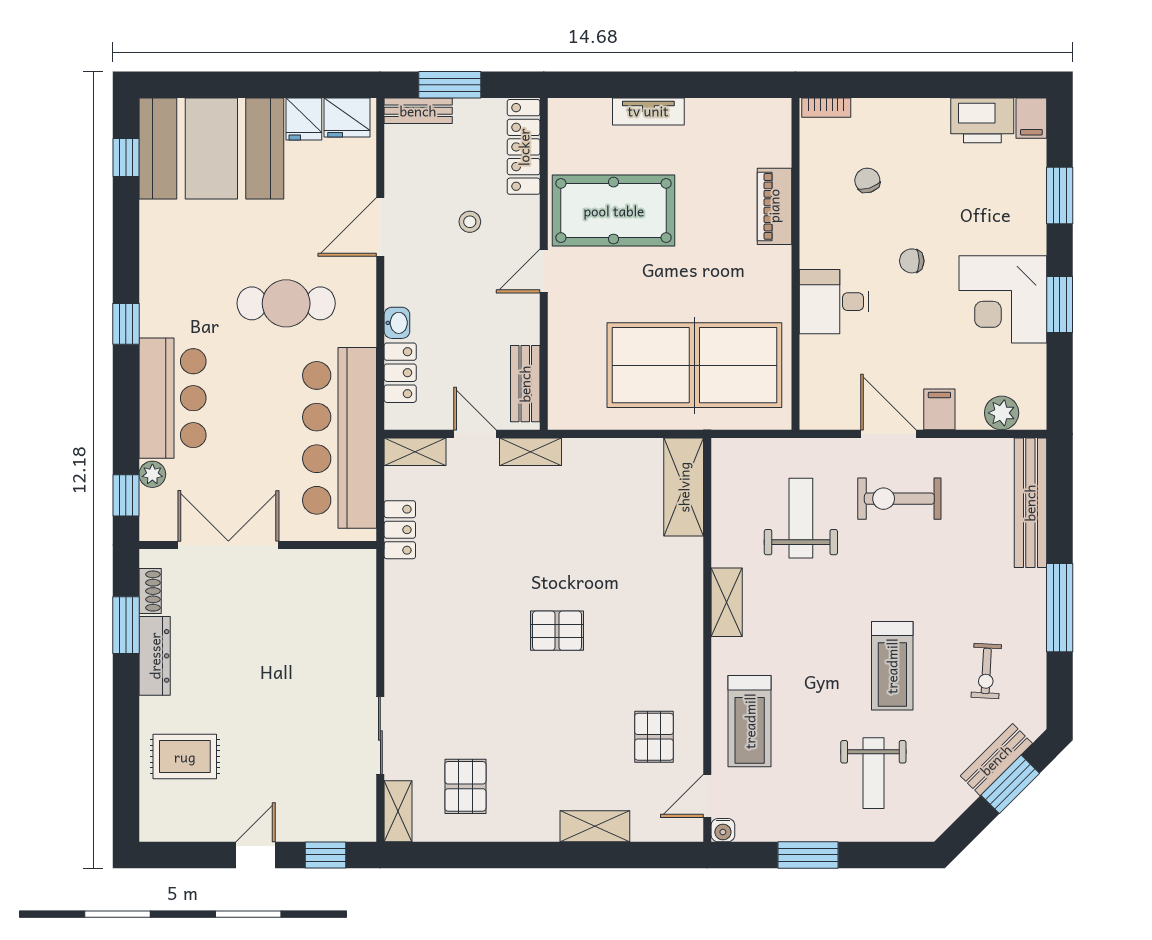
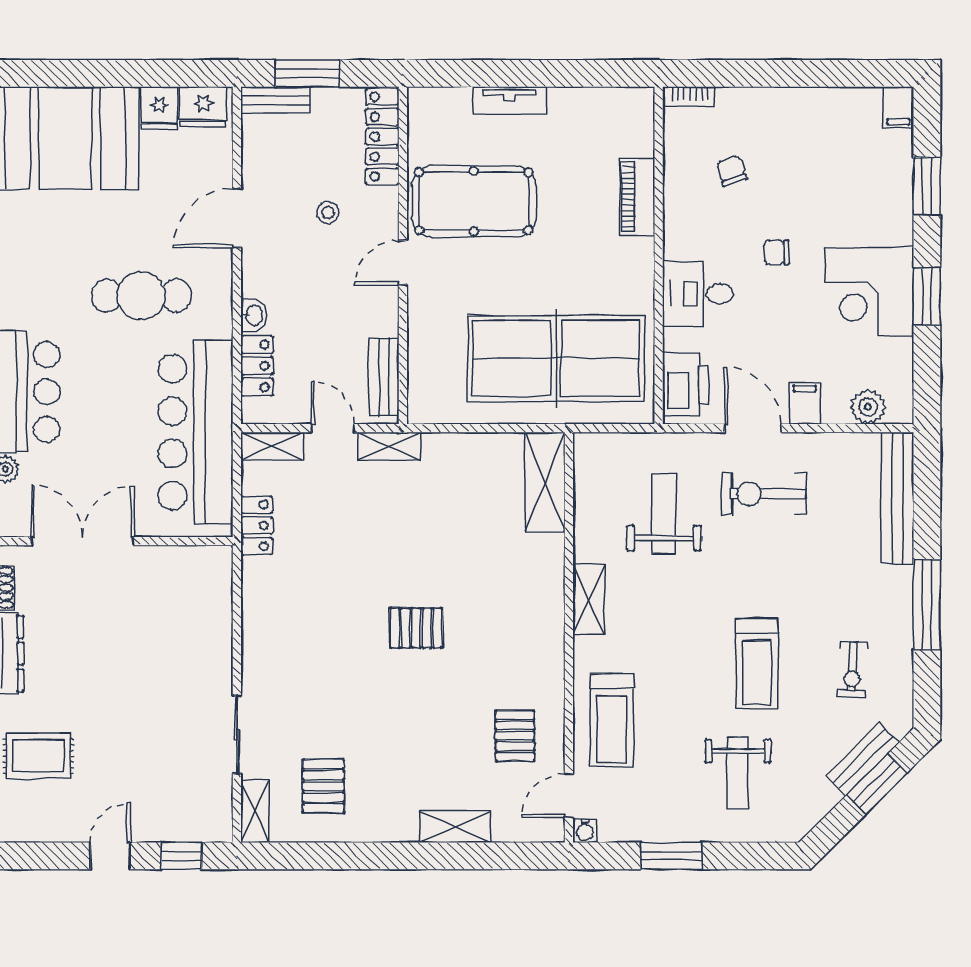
printer: (982, 120) -> (685, 385), moved, turned -90

